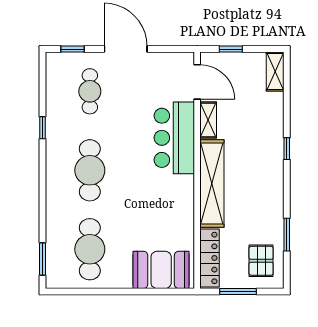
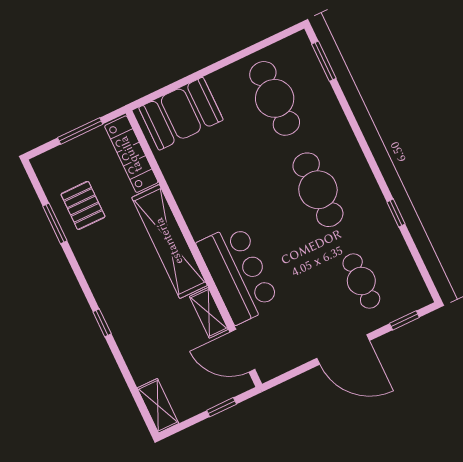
pallet: (261, 261) -> (83, 205), moved

